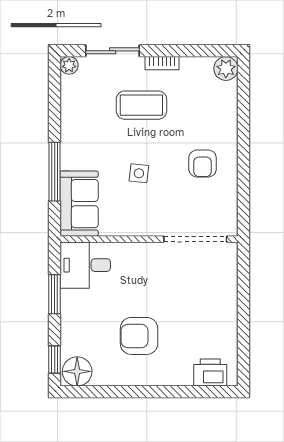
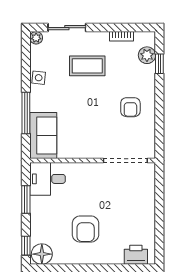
bookcase: (162, 63) -> (122, 36), moved
plant: (226, 69) -> (147, 55), moved
window: (244, 102) -> (159, 64), added
side table: (139, 173) -> (39, 78), moved
armchair: (139, 336) -> (86, 229), turned -90

